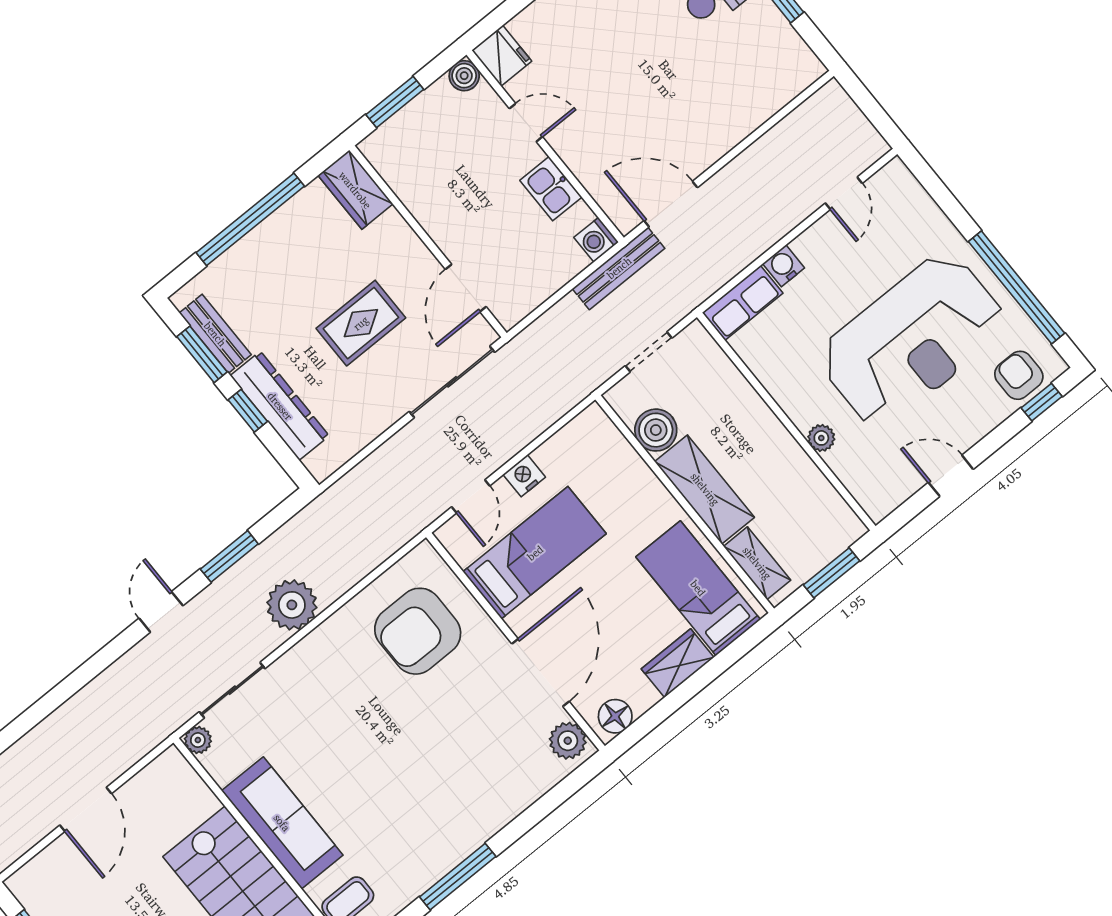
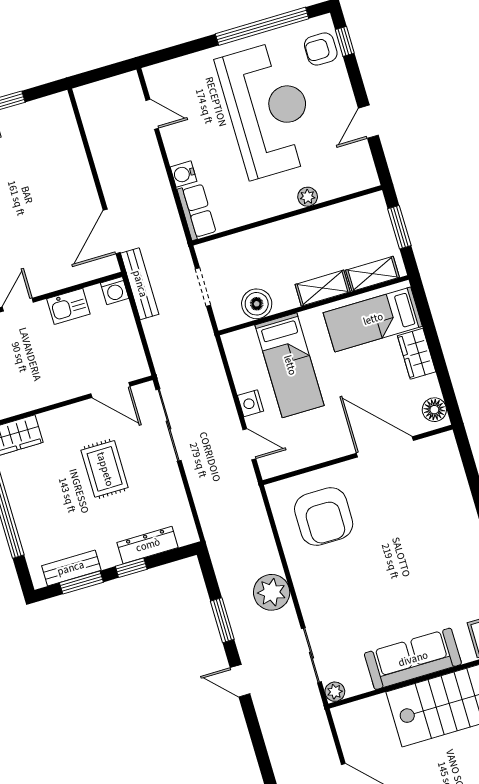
dresser: (280, 406) -> (148, 545), width x0.73, depth x0.80
shelving: (705, 489) -> (323, 288), width x0.67, depth x0.75
bed: (535, 553) -> (290, 365), moved, turned 180
plant: (568, 741) -> (437, 448), removed

